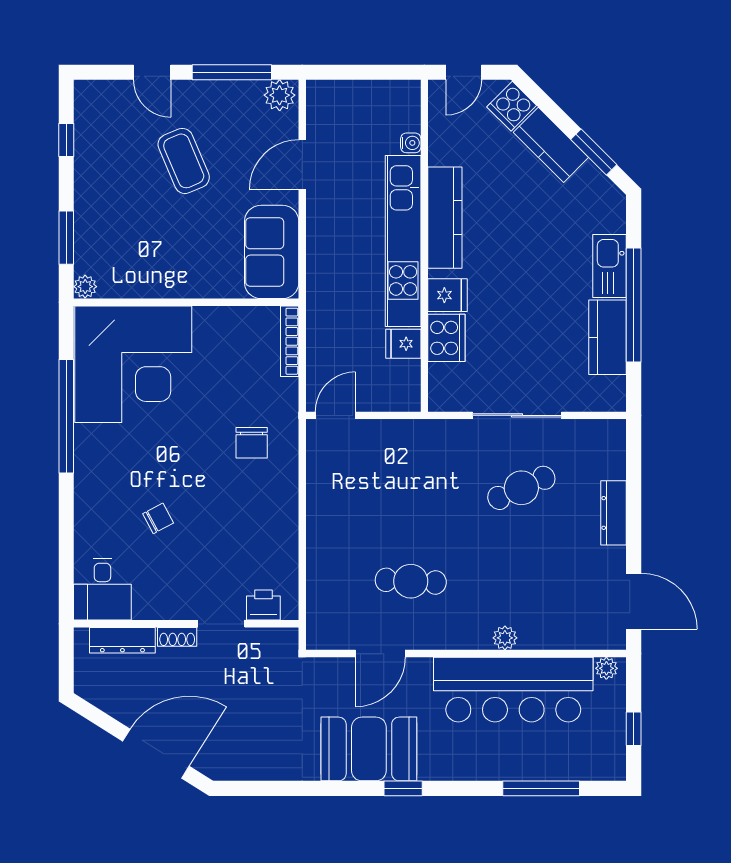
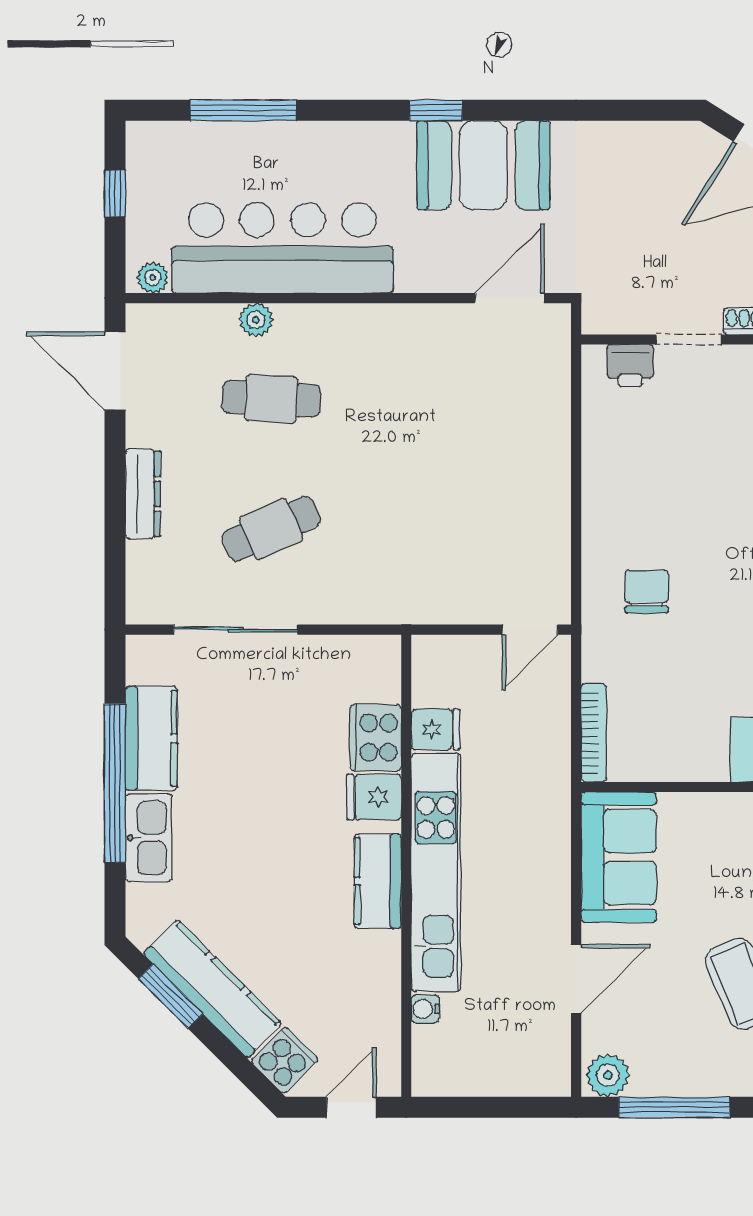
kitchen counter: (551, 145) -> (213, 989), width x1.50
kitchen counter: (445, 218) -> (378, 881), width x0.67
sliding door: (517, 415) -> (235, 630), moved
cafe table: (411, 581) -> (271, 399), moved
plant: (505, 638) -> (256, 320), moved
door: (380, 654) -> (510, 298), moved

